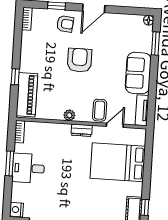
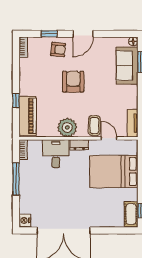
sofa: (138, 73) -> (127, 66), moved
plant: (69, 115) -> (67, 127), width x1.88, depth x1.88
door: (115, 125) -> (109, 138), hinge flipped
window: (10, 163) -> (16, 179), width x1.44
desk: (28, 168) -> (56, 154), moved, turned 90

